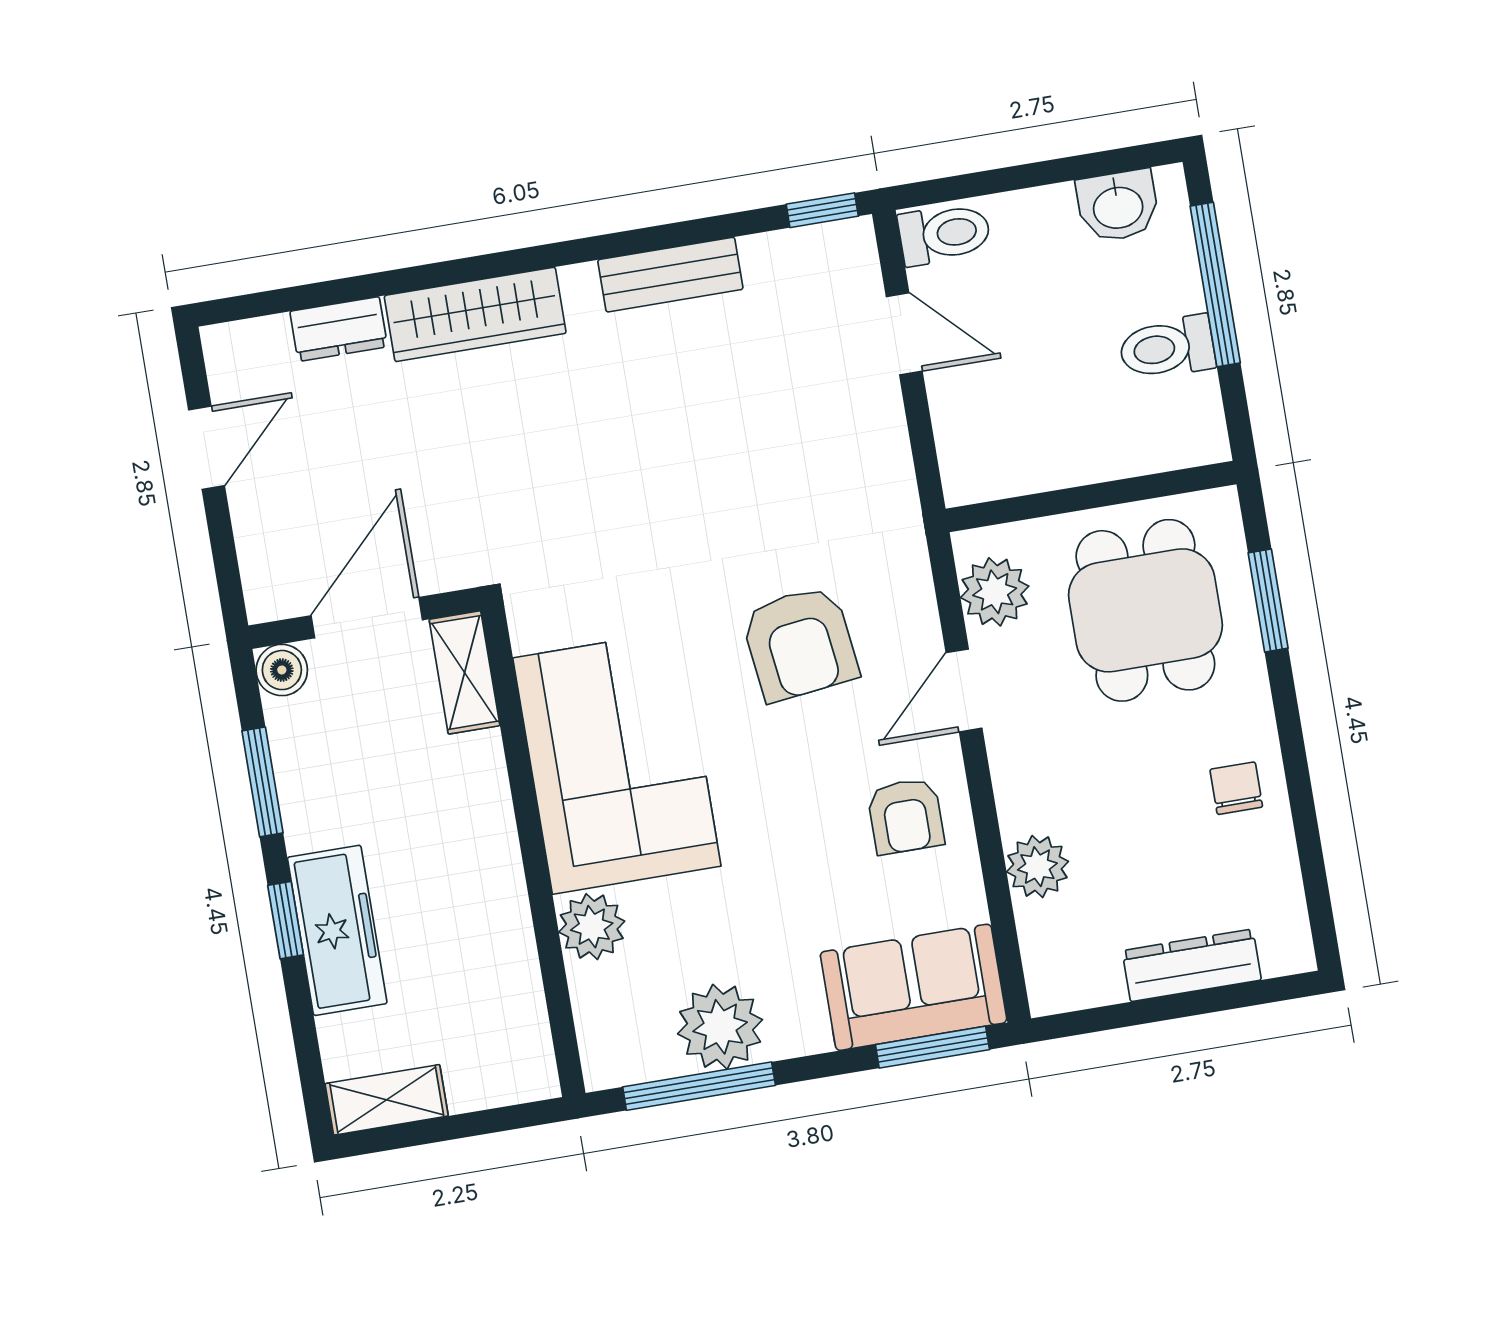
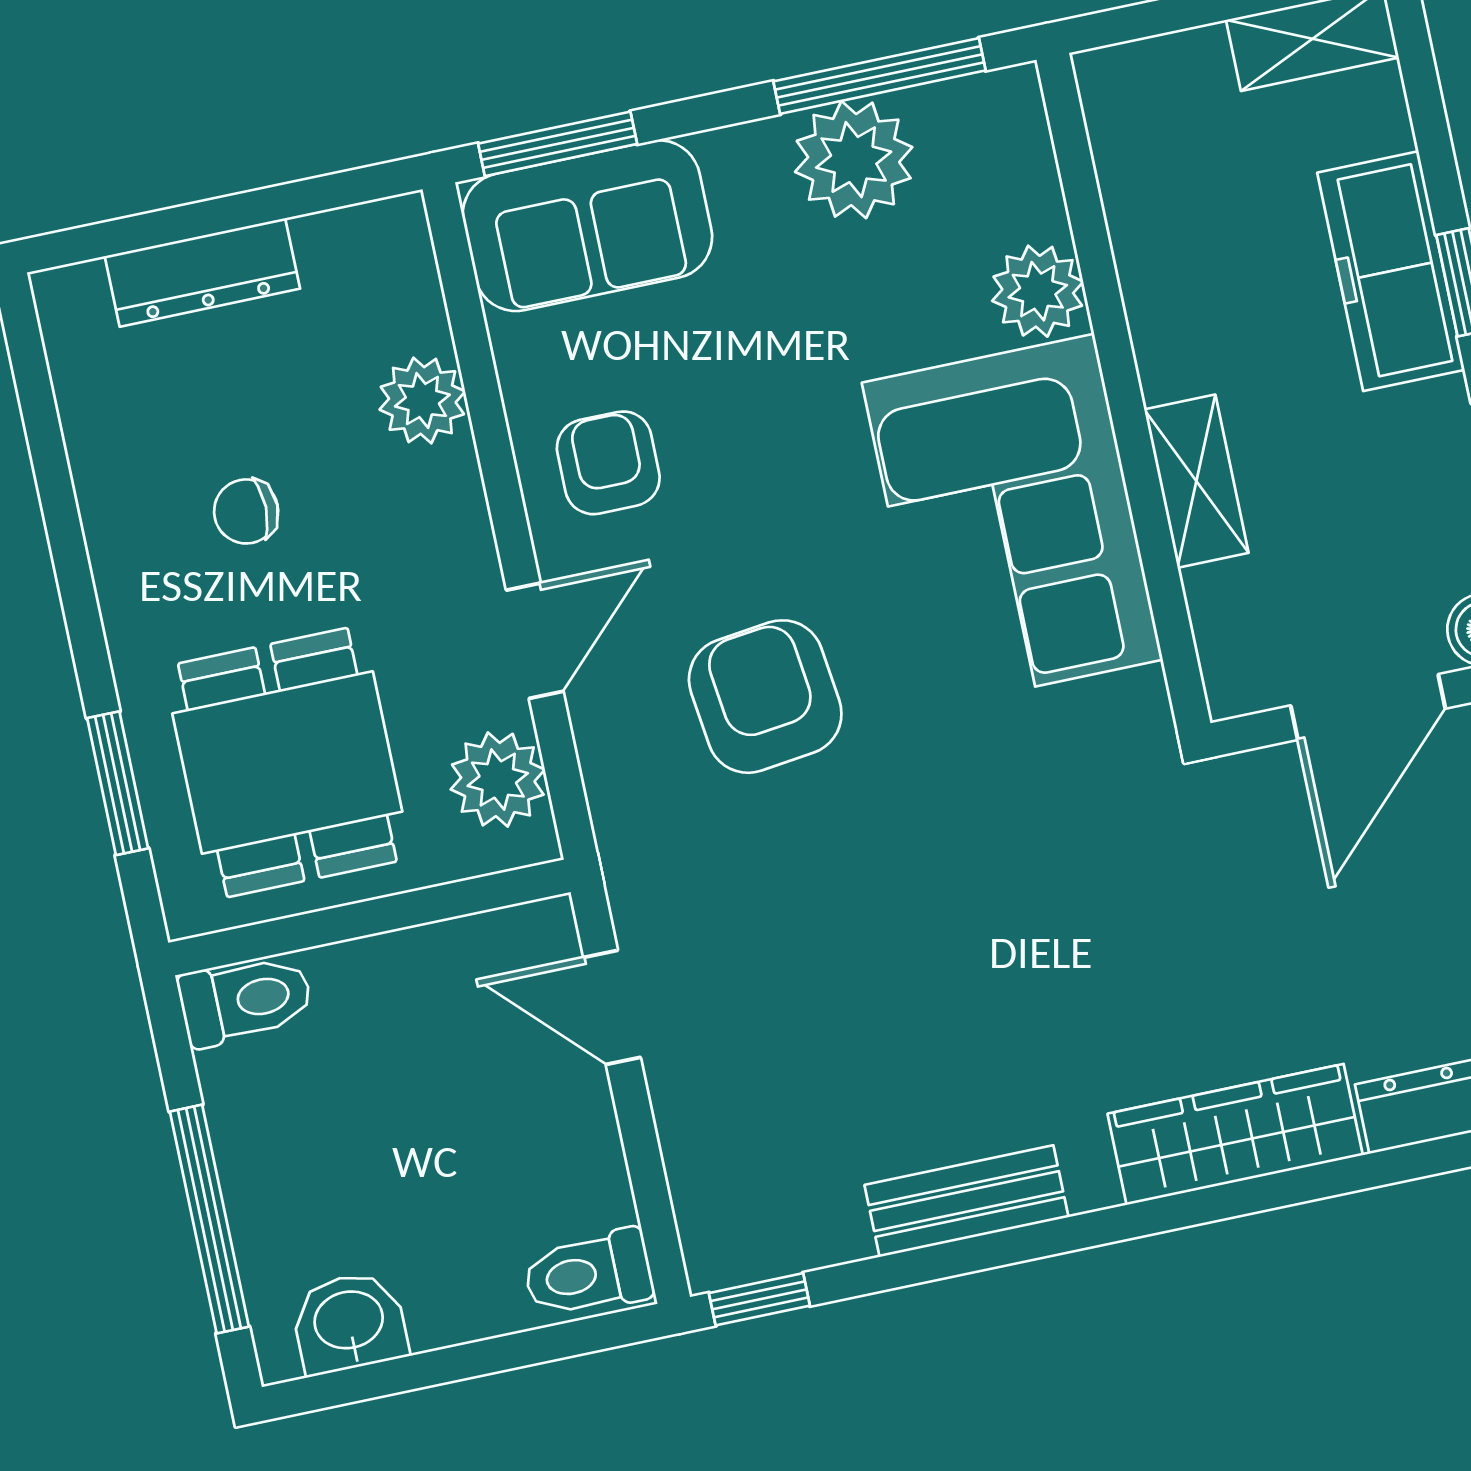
door: (904, 334) -> (612, 1007), moved
toilet: (1167, 348) -> (246, 1000), moved
shelving: (465, 672) -> (1196, 481), moved
chair: (1236, 788) -> (246, 511), moved, turned 90

